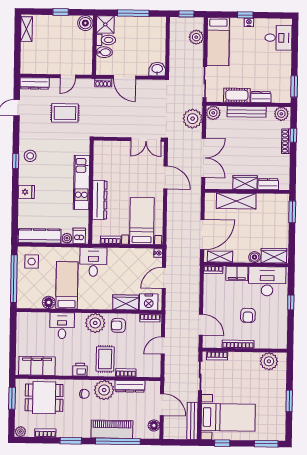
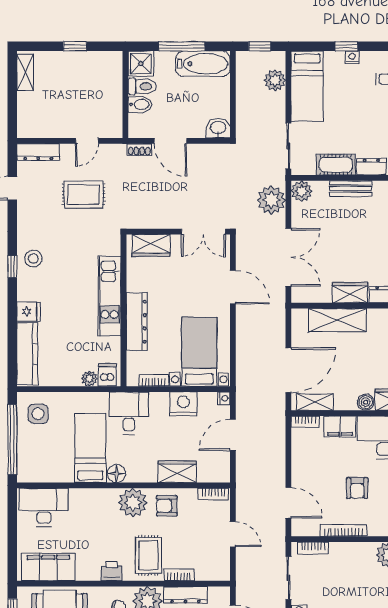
boiler: (85, 23) -> (111, 62), removed
bathtub: (148, 25) -> (203, 64), added
bench: (247, 112) -> (351, 189), width x0.73
wardrobe: (110, 148) -> (151, 245), added
kitchen counter: (40, 236) -> (27, 354), moved, turned 90
floor lamp: (49, 302) -> (117, 474), moved
nightstand: (149, 302) -> (183, 404), moved, turned 180
desk: (62, 326) -> (44, 507), moved, width x1.37
door: (163, 346) -> (233, 534), swing flipped

